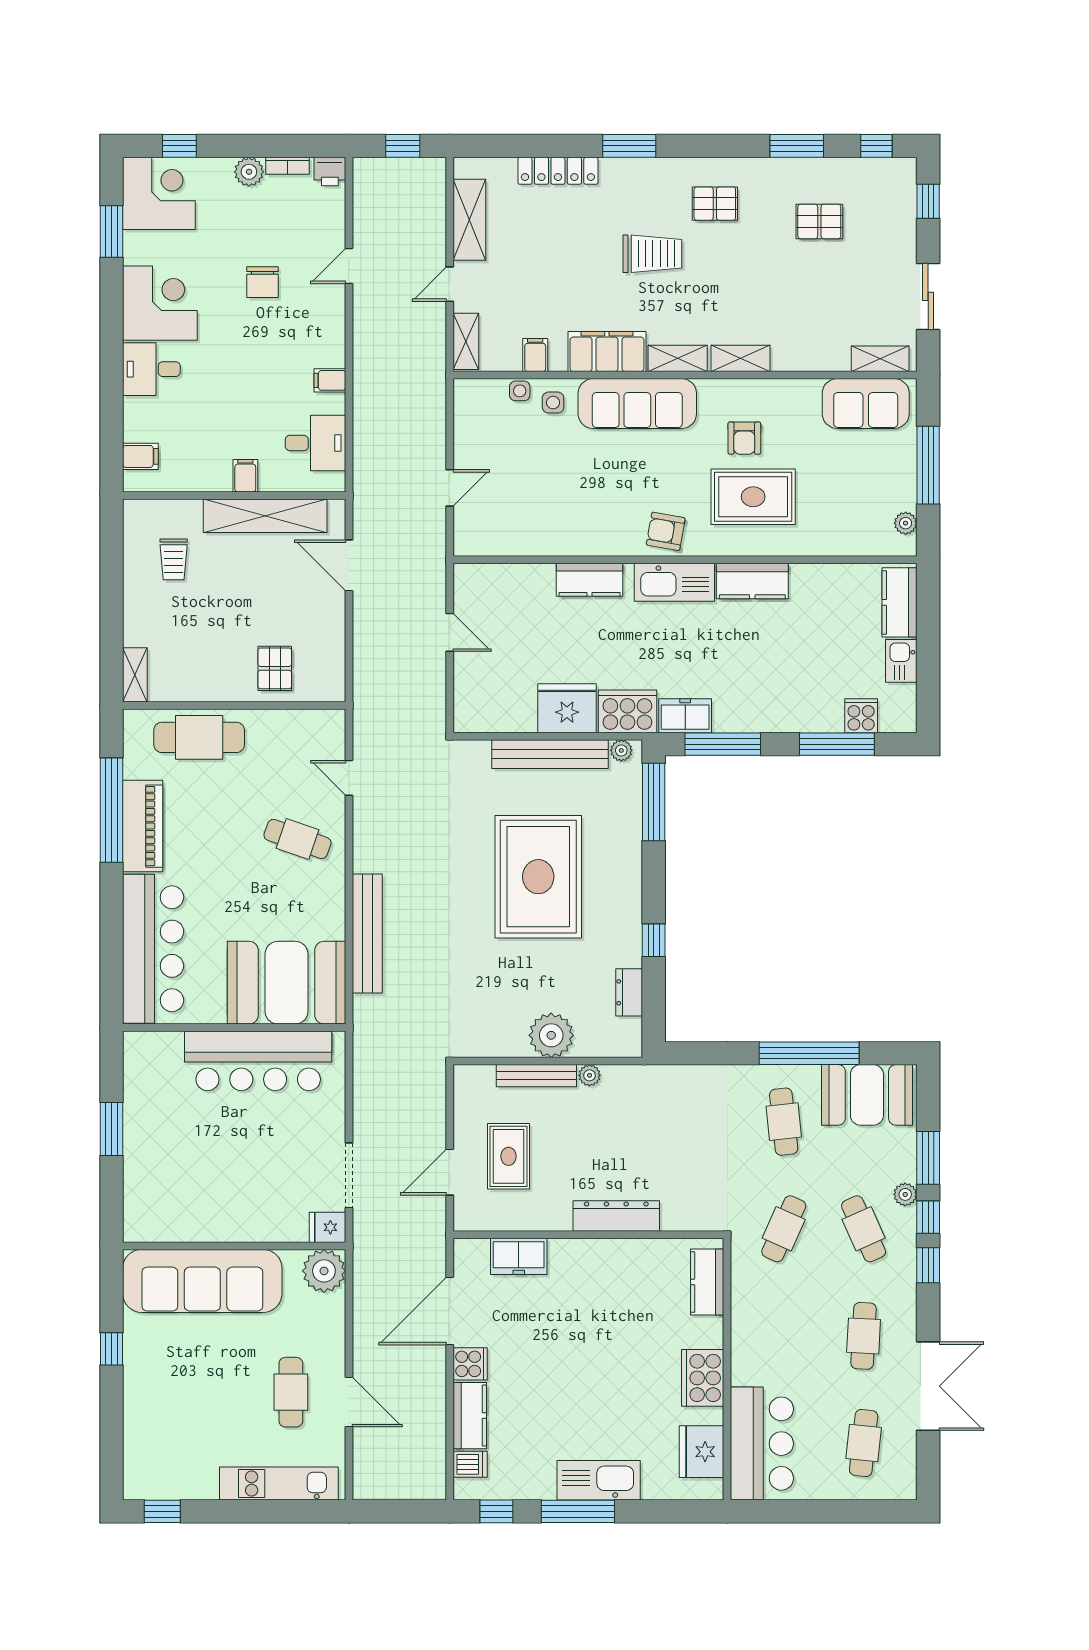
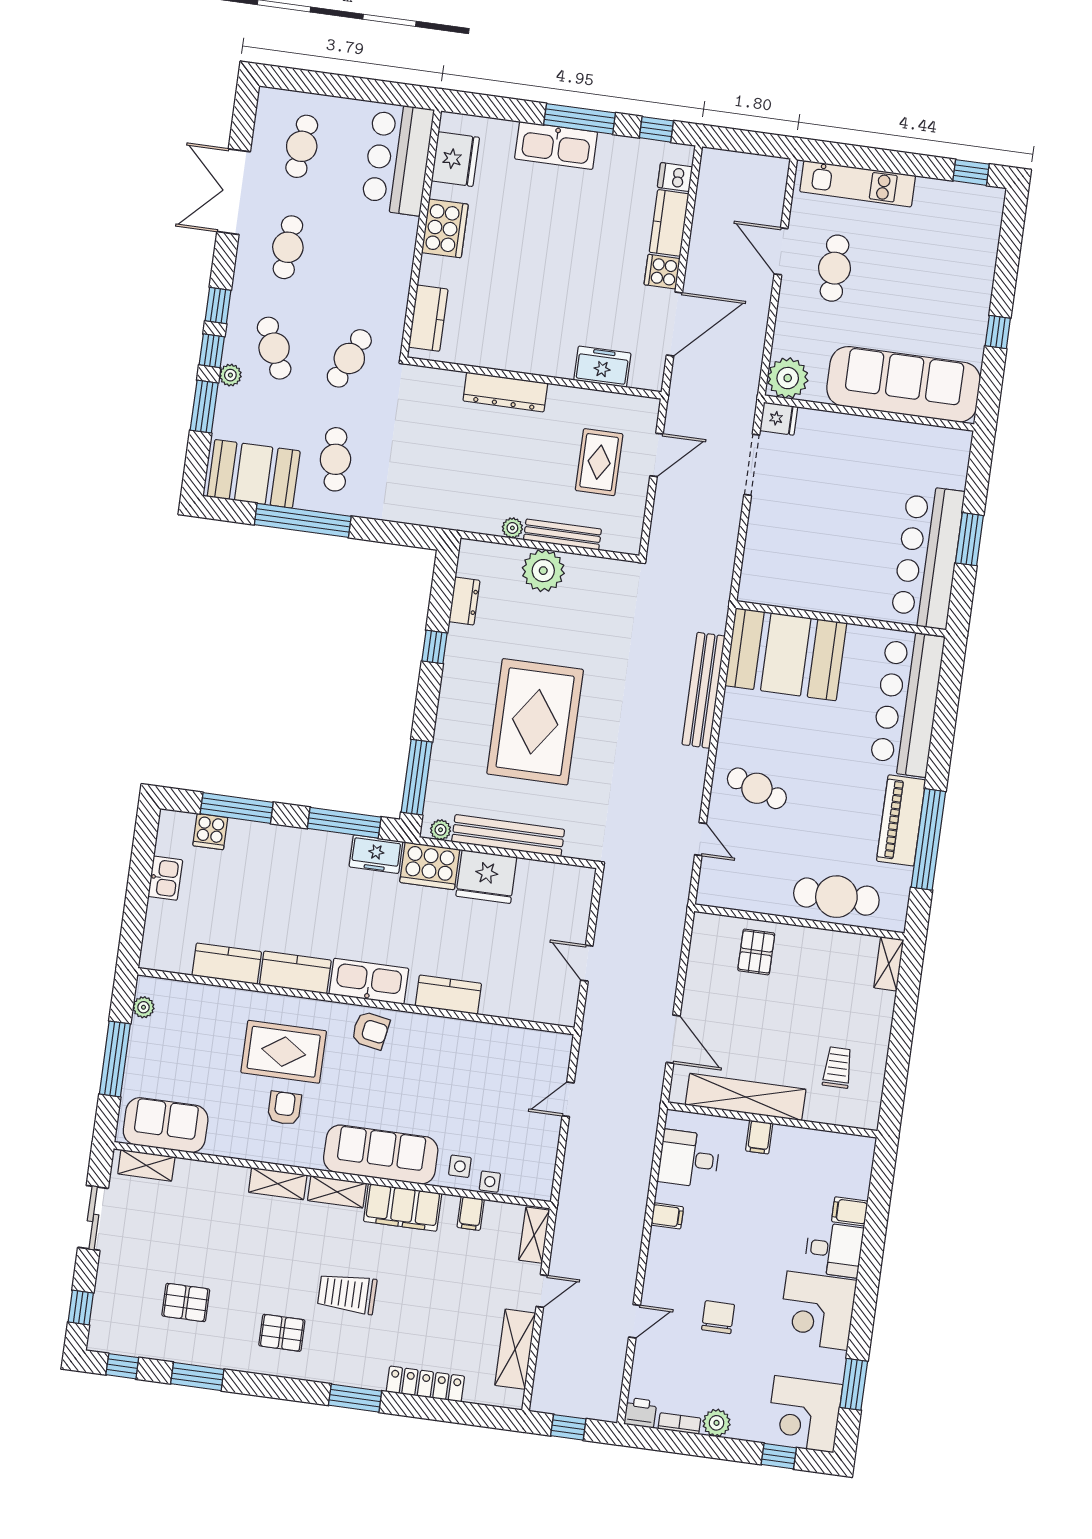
filing cabinet: (140, 456) -> (850, 1211), moved
kitchen counter: (900, 602) -> (227, 964), moved, turned -90
bar counter: (258, 1061) -> (928, 557), moved, turned -90

